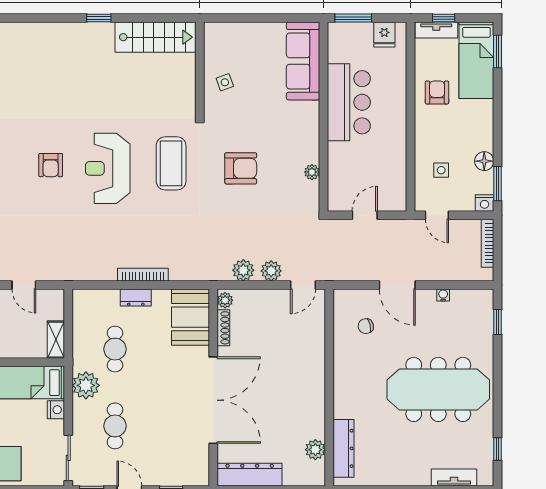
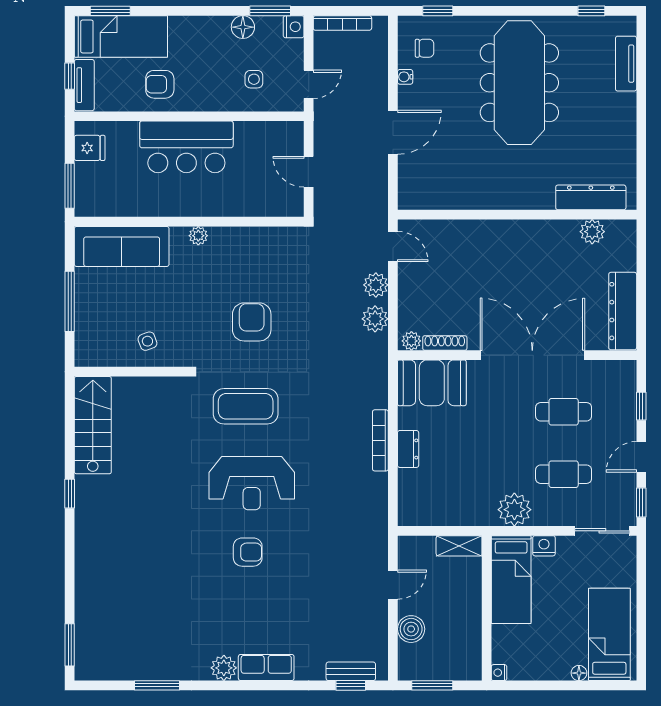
window: (258, 18) -> (70, 301), added
bar counter: (349, 102) -> (186, 147), moved, turned 180
plant: (312, 172) -> (198, 236), moved
chair: (366, 326) -> (425, 48), moved, turned -77
cafe table: (115, 349) -> (564, 412), moved

